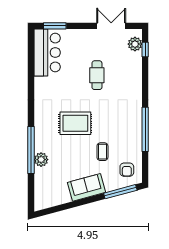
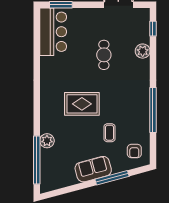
plant: (135, 44) -> (143, 51), moved
window: (31, 150) -> (37, 160), moved
window: (120, 192) -> (112, 178), moved

